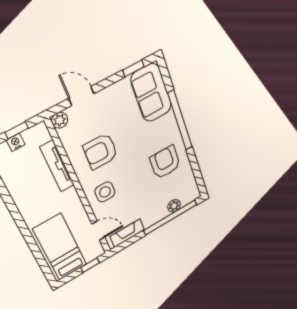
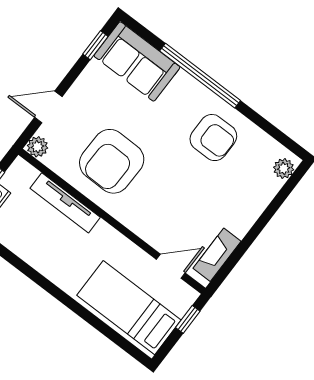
armchair: (101, 151) -> (112, 161), width x1.36, depth x1.36
armchair: (165, 162) -> (213, 138), turned 180
side table: (105, 192) -> (149, 210), removed
plant: (174, 206) -> (284, 168), moved
window: (170, 217) -> (272, 209), removed

